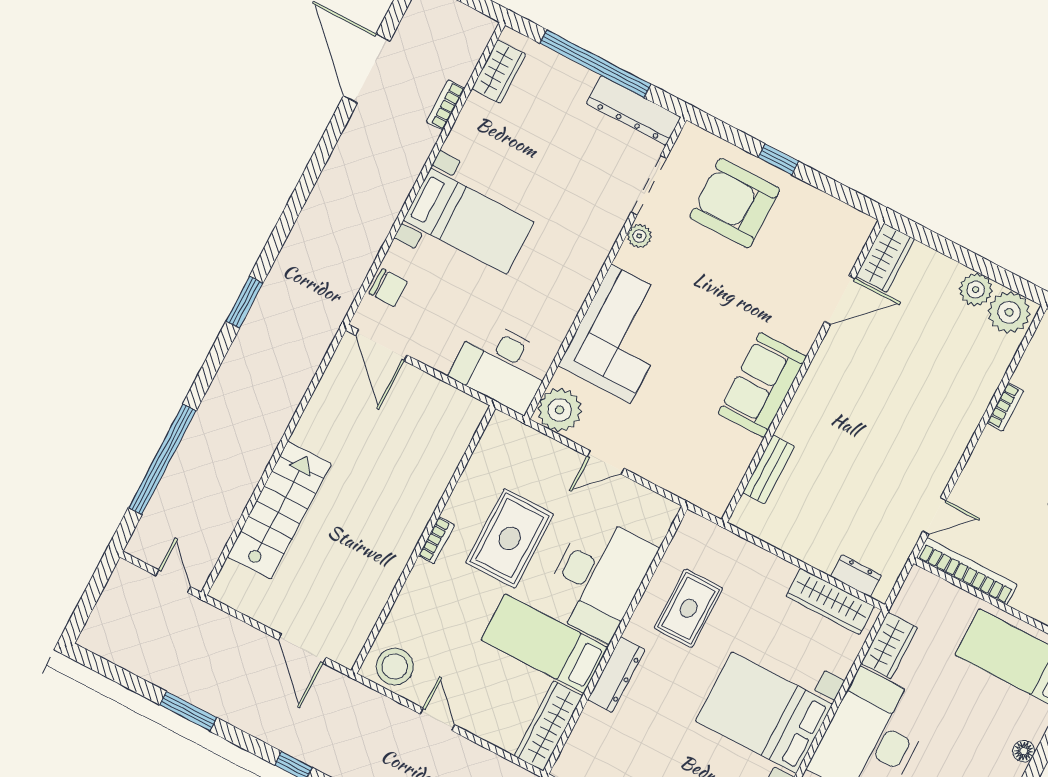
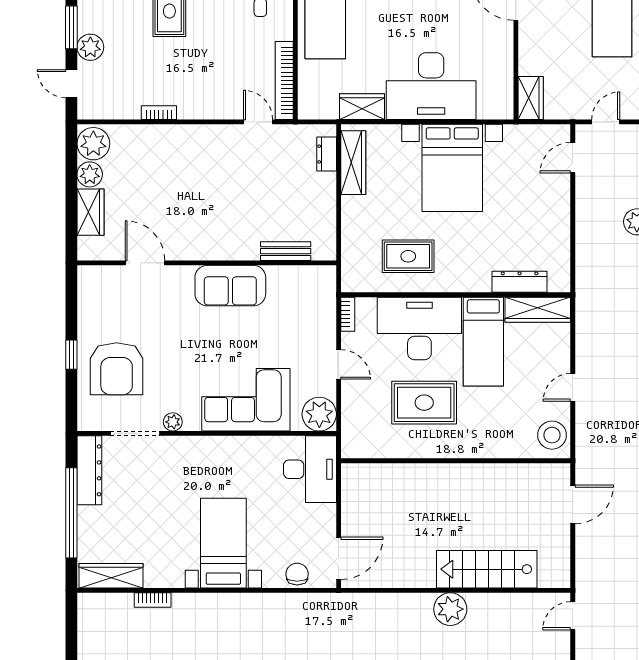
wardrobe: (499, 72) -> (111, 576), width x1.50
wardrobe: (885, 258) -> (90, 212), moved, turned 90
plant: (255, 444) -> (450, 609), added
bookcase: (436, 540) -> (348, 314), moved, turned 90
dresser: (616, 675) -> (520, 282), moved

